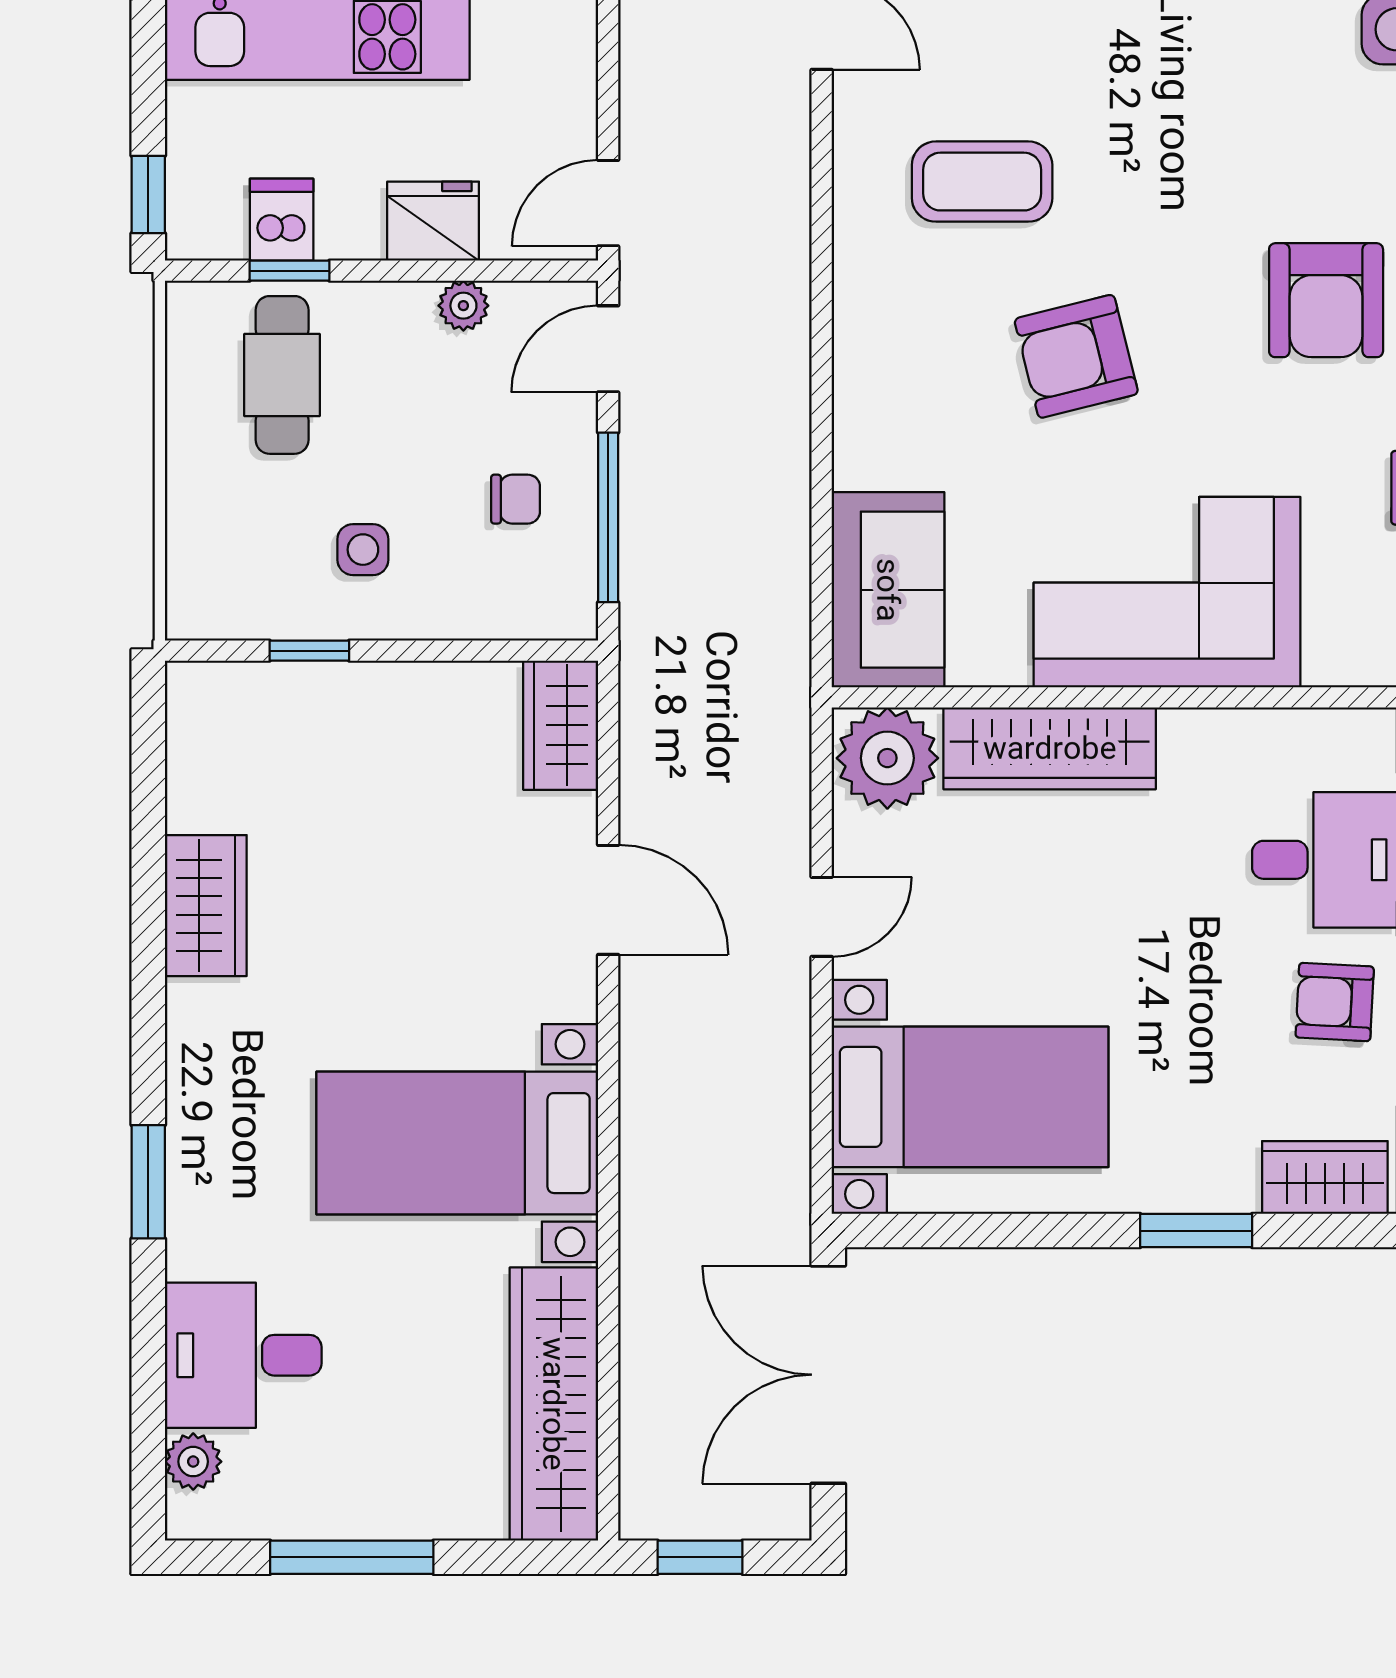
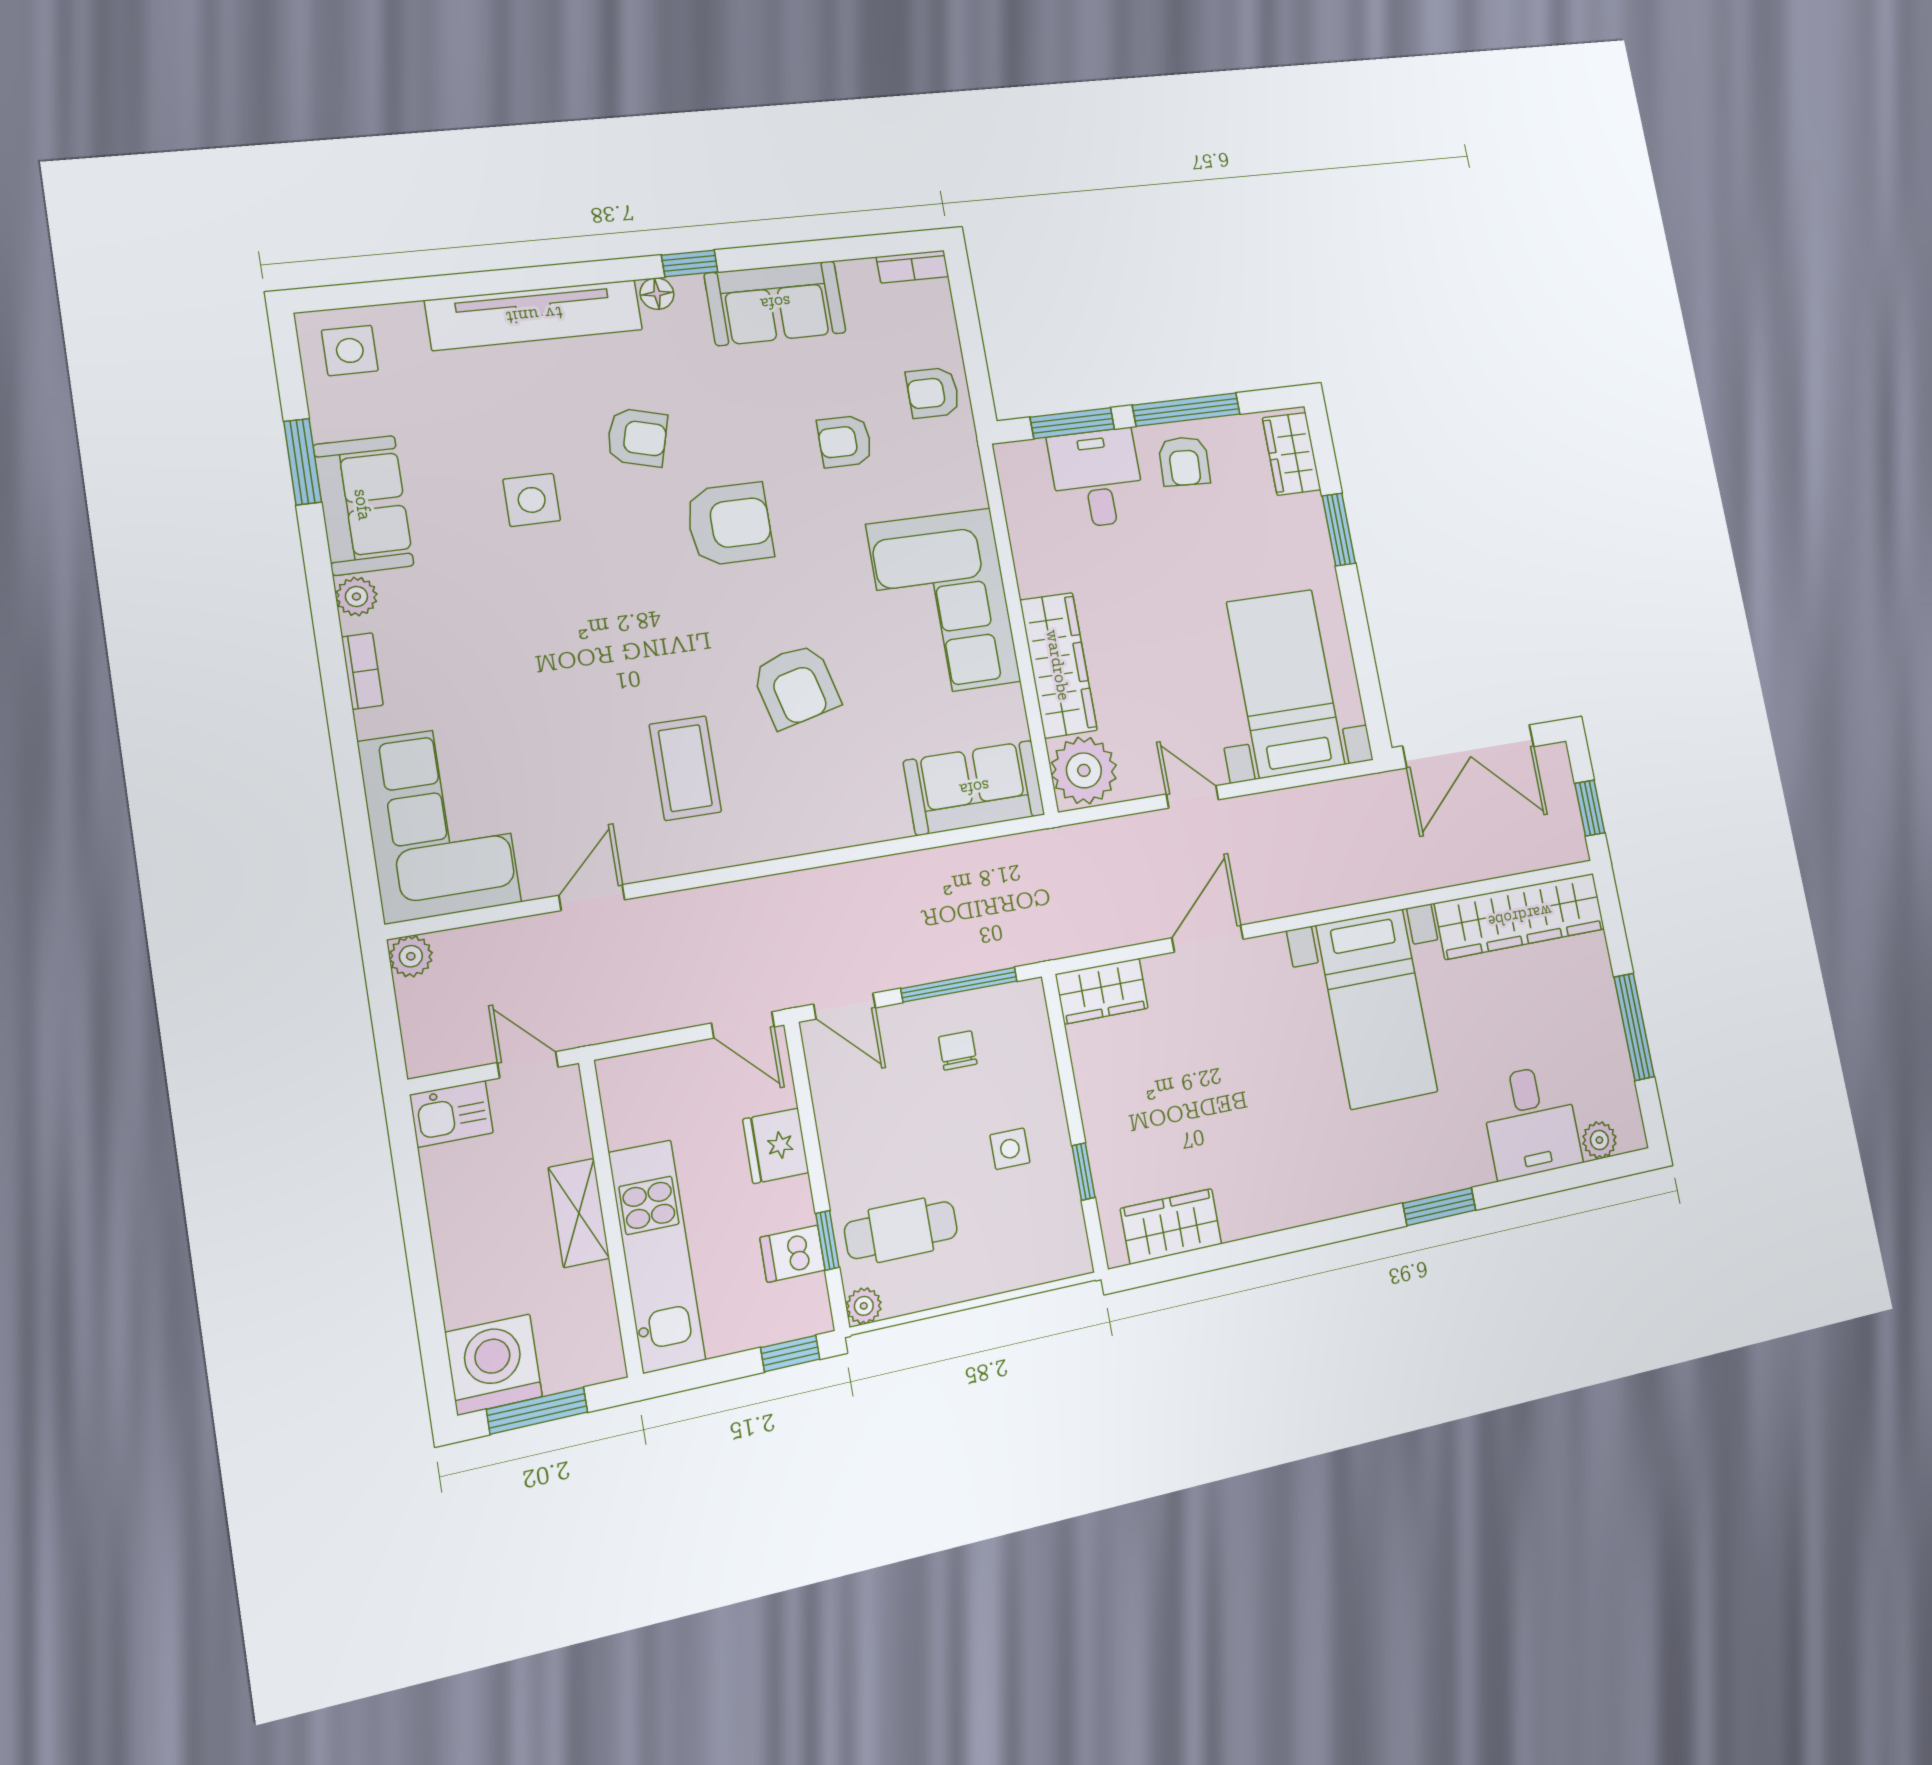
plant: (463, 306) -> (864, 1306), moved
wardrobe: (206, 906) -> (1171, 1226), moved

